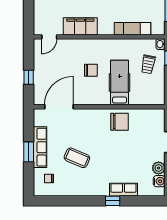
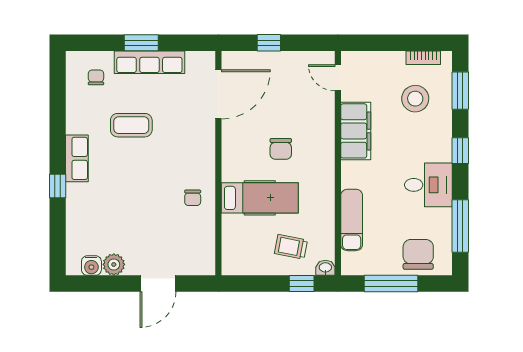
door: (59, 107) -> (218, 94), hinge flipped
chair: (120, 122) -> (193, 198), width x0.54, depth x0.54
coffee table: (77, 158) -> (131, 125), turned 67
row of seats: (124, 190) -> (77, 158), moved

